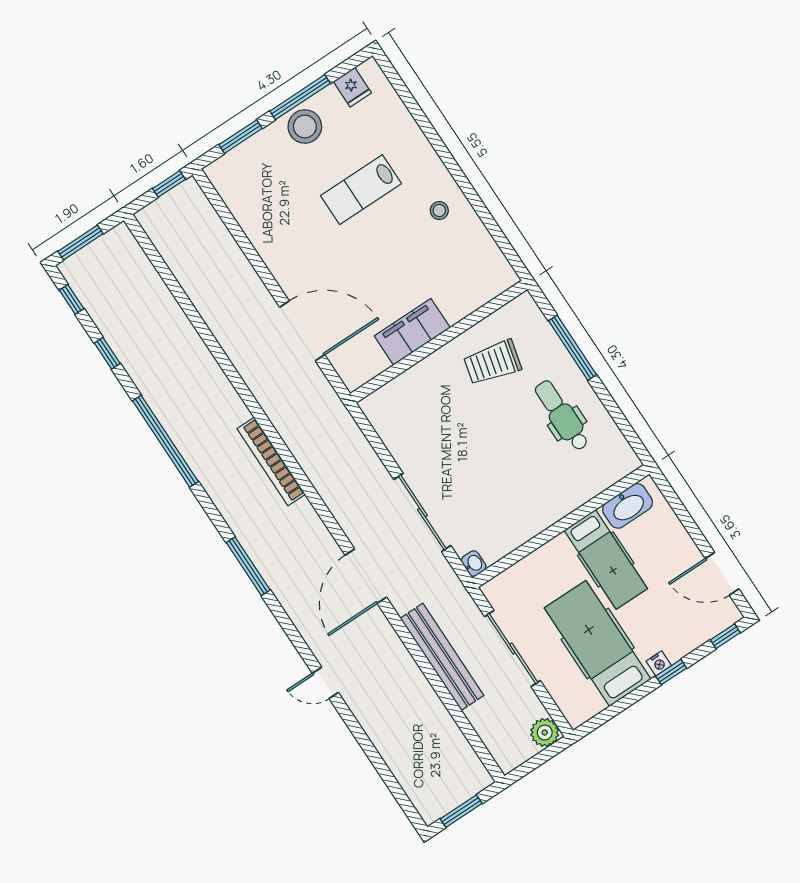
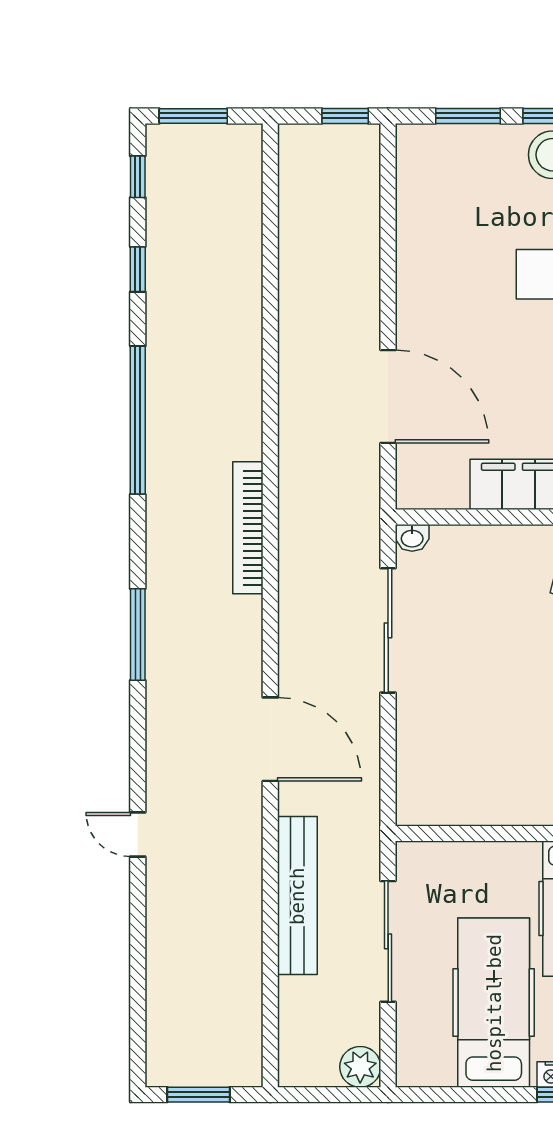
sliding door: (422, 512) -> (388, 630), moved
washbasin: (474, 564) -> (412, 538), moved, turned 90
door: (366, 576) -> (270, 739), swing flipped

